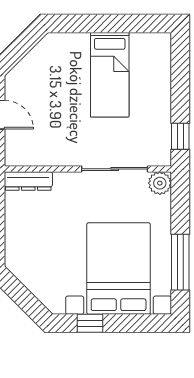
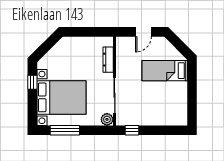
bed: (110, 75) -> (165, 71), moved
dresser: (28, 181) -> (108, 60), moved

